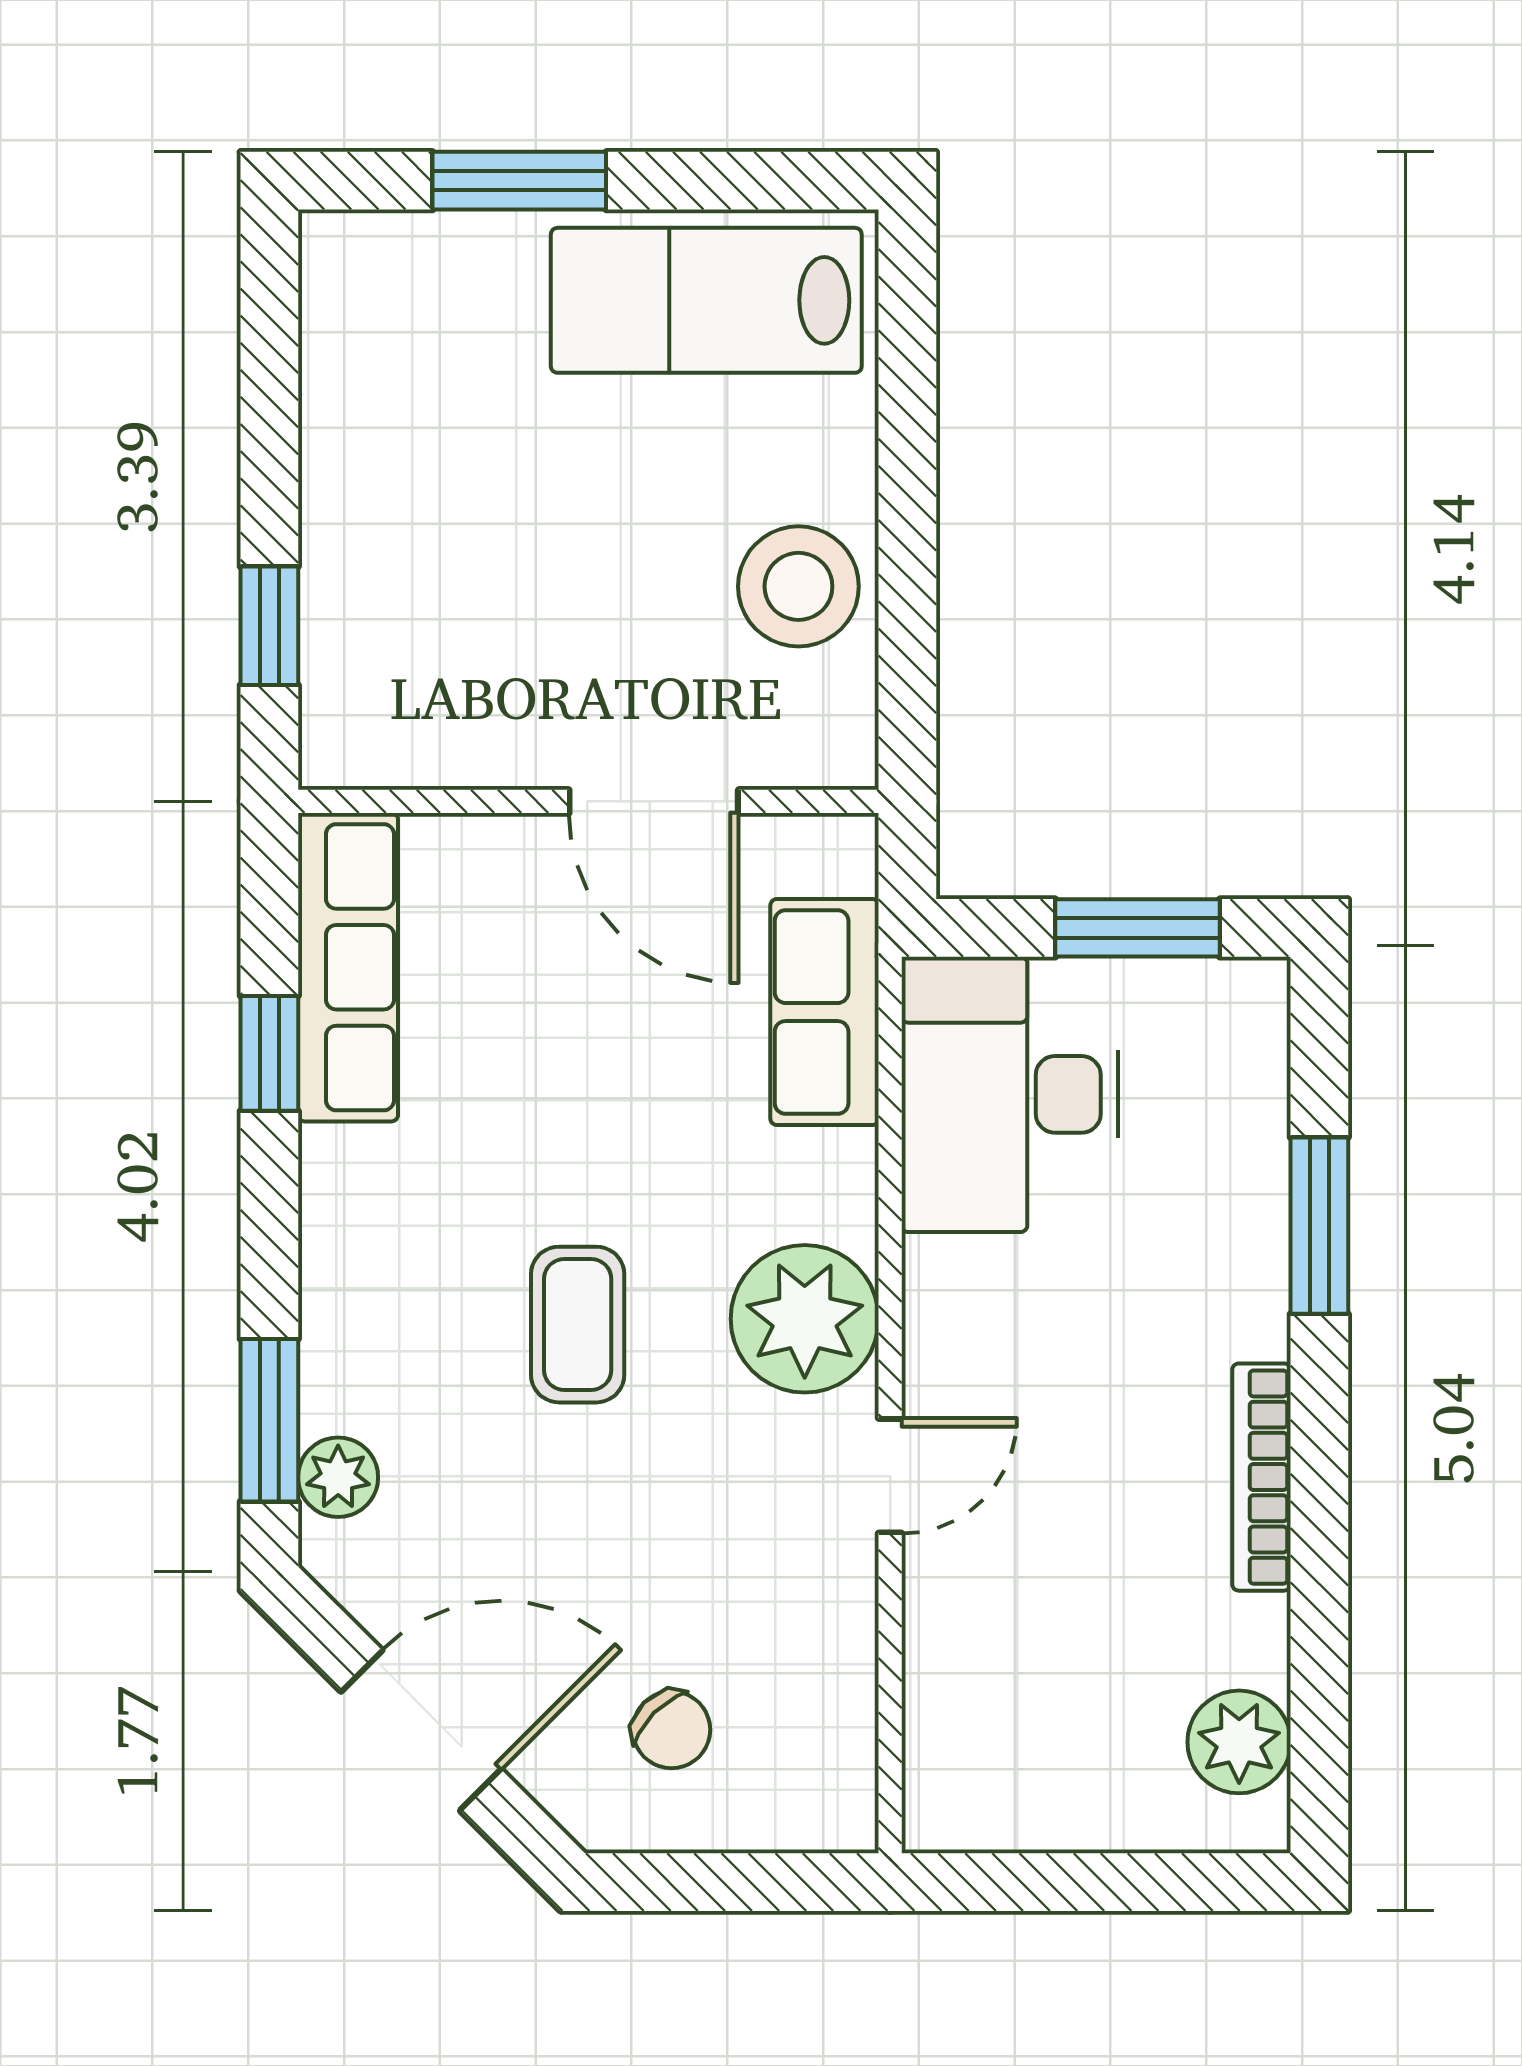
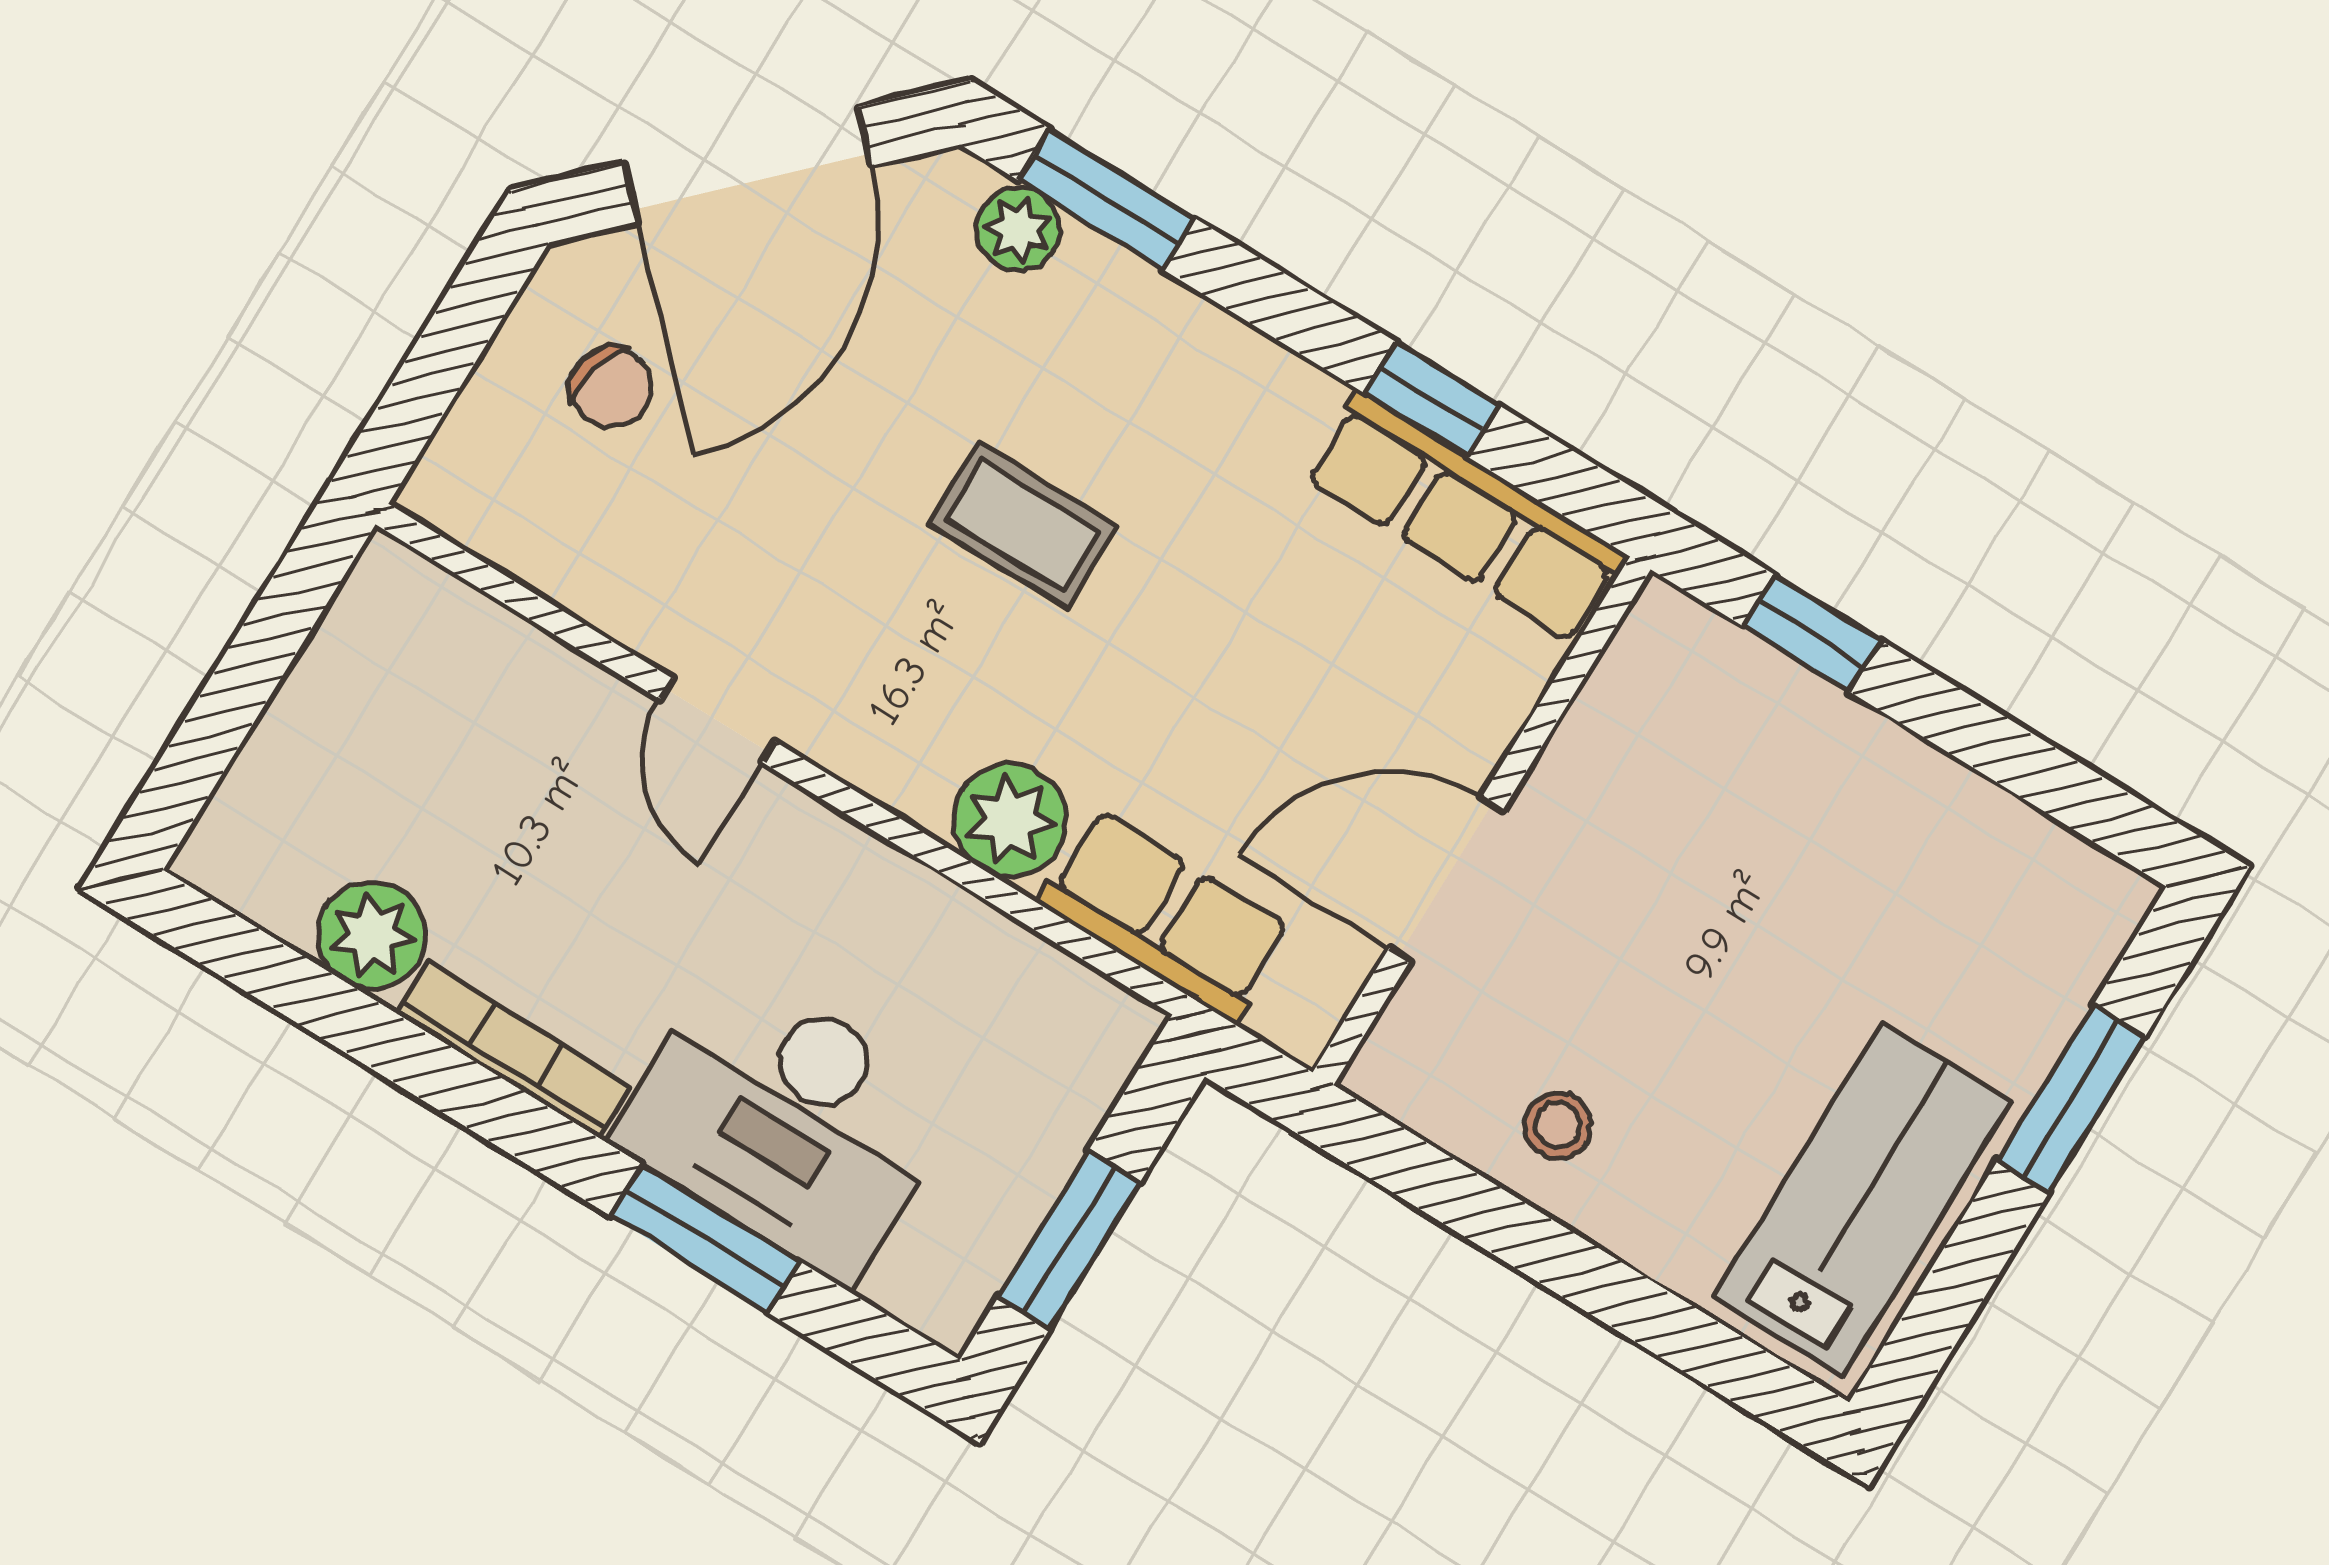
stool: (798, 586) -> (1558, 1125), width x0.53, depth x0.53
desk: (1010, 1094) -> (787, 1121), moved, turned 180
plant: (805, 1319) -> (1010, 820), moved, width x0.73, depth x0.73
door: (421, 1730) -> (747, 164), width x1.36
chair: (671, 1730) -> (611, 387), turned -120
plant: (1239, 1742) -> (372, 935), moved

